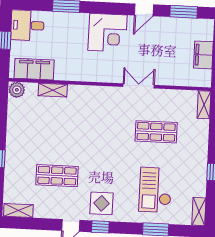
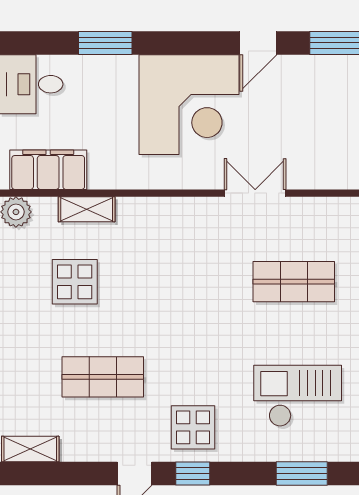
corner desk: (108, 33) -> (189, 105), width x1.36, depth x1.36
display table: (45, 127) -> (75, 282), added
checkout: (155, 190) -> (298, 396), turned 90

